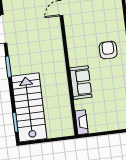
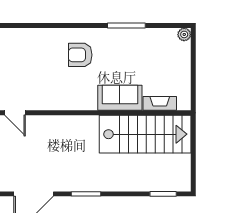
stairs: (29, 107) -> (145, 134), moved, turned 180
fireplace: (82, 122) -> (160, 103), moved

